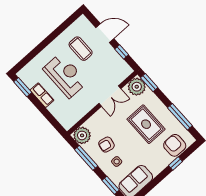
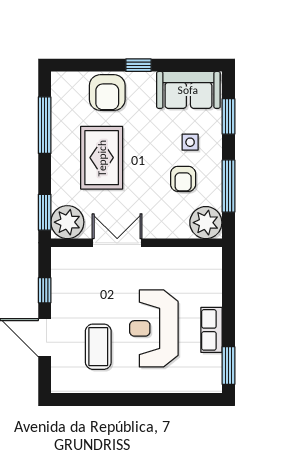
armchair: (106, 145) -> (183, 179), turned 78
armchair: (175, 145) -> (107, 93), moved
window: (176, 163) -> (138, 65), moved

